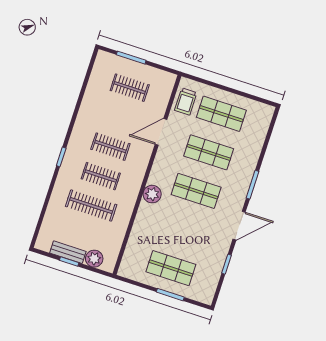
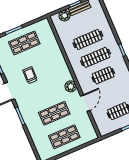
trolley: (186, 102) -> (30, 75), moved
clothes rail: (101, 176) -> (96, 57), width x1.36
shop shelf: (196, 191) -> (44, 90), removed
plant: (152, 194) -> (71, 86), moved

